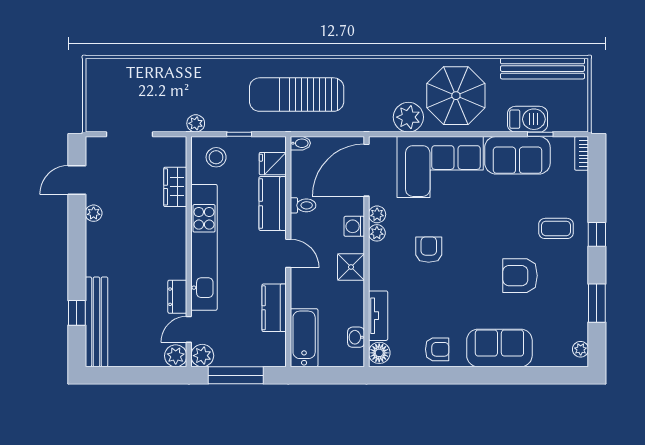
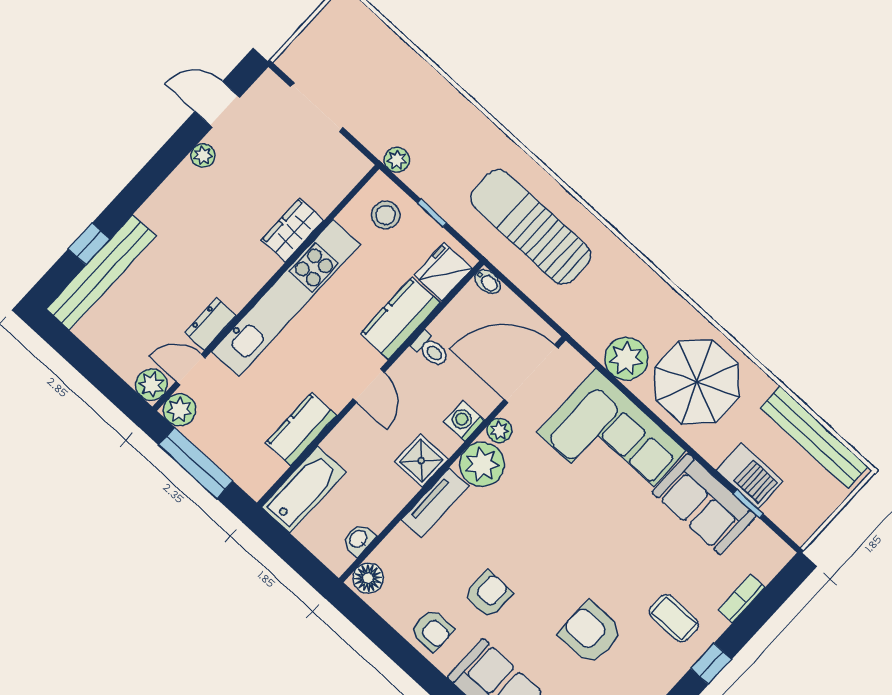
bookcase: (582, 153) -> (741, 599), moved
fridge: (273, 164) -> (443, 272), width x1.38
wardrobe: (175, 187) -> (293, 230), moved
plant: (377, 233) -> (482, 464), width x1.88, depth x1.88
armchair: (429, 250) -> (488, 594), moved
tv unit: (378, 316) -> (435, 503), moved

